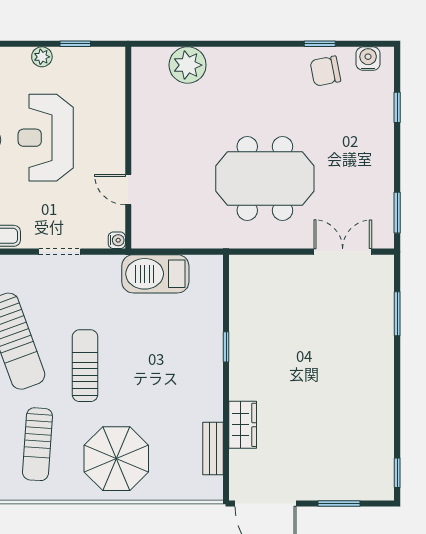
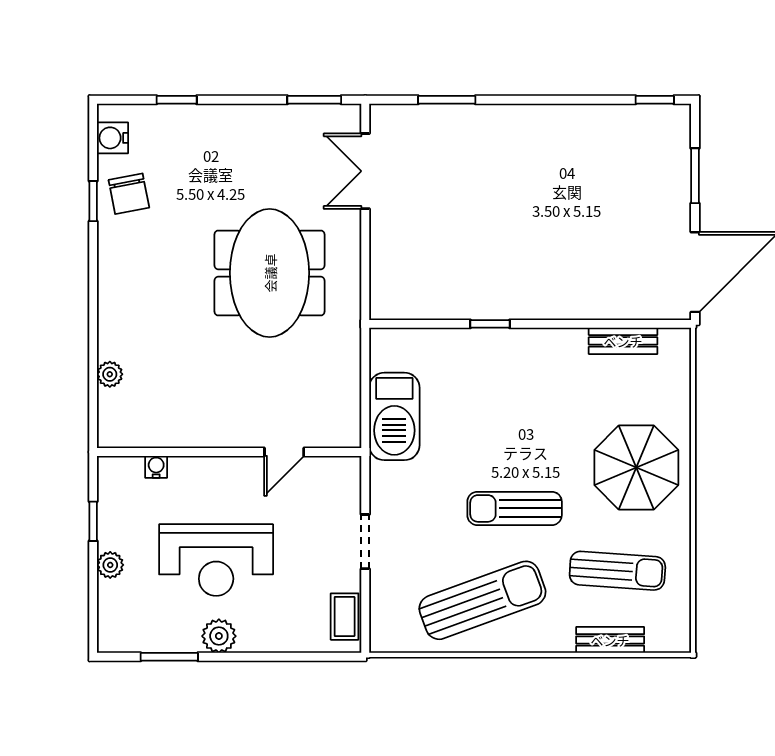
plant: (188, 65) -> (110, 374), width x0.53, depth x0.53
water cooler: (117, 240) -> (156, 467), moved
wardrobe: (243, 425) -> (592, 302), removed

